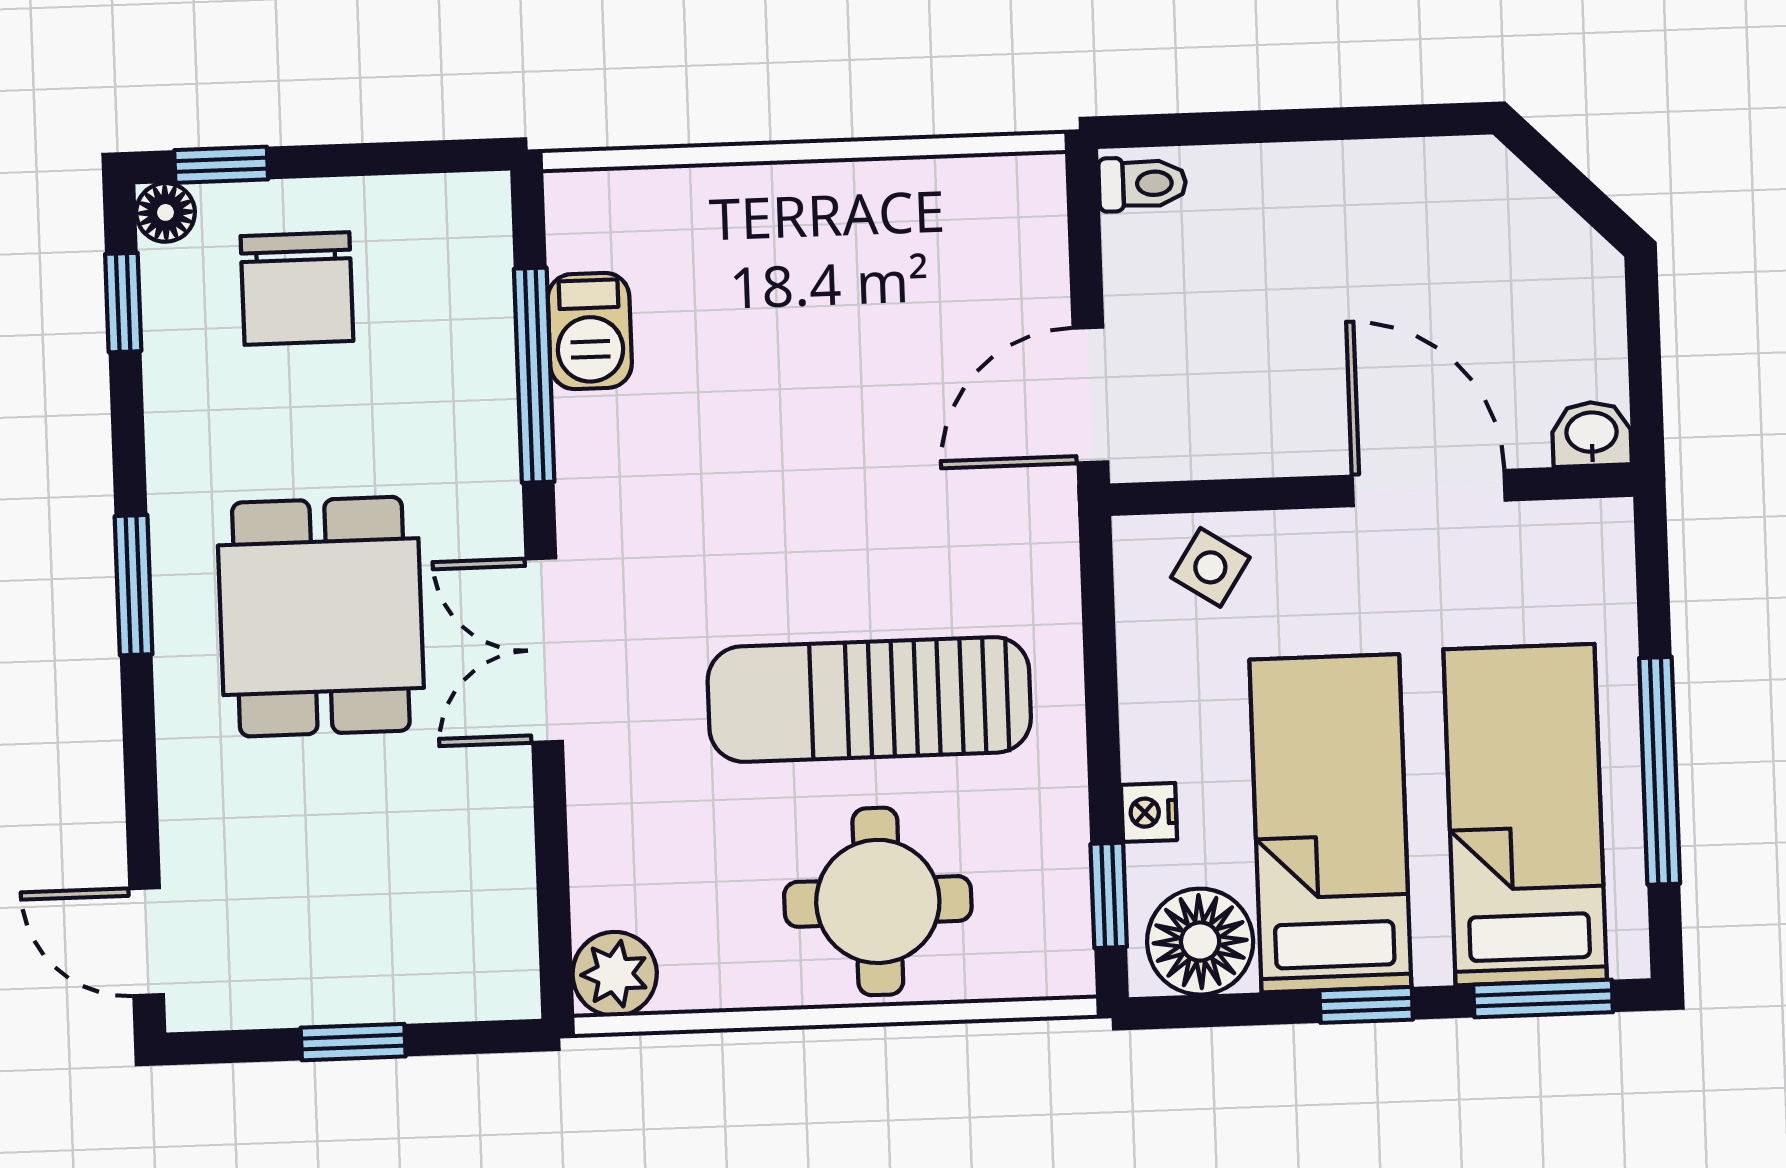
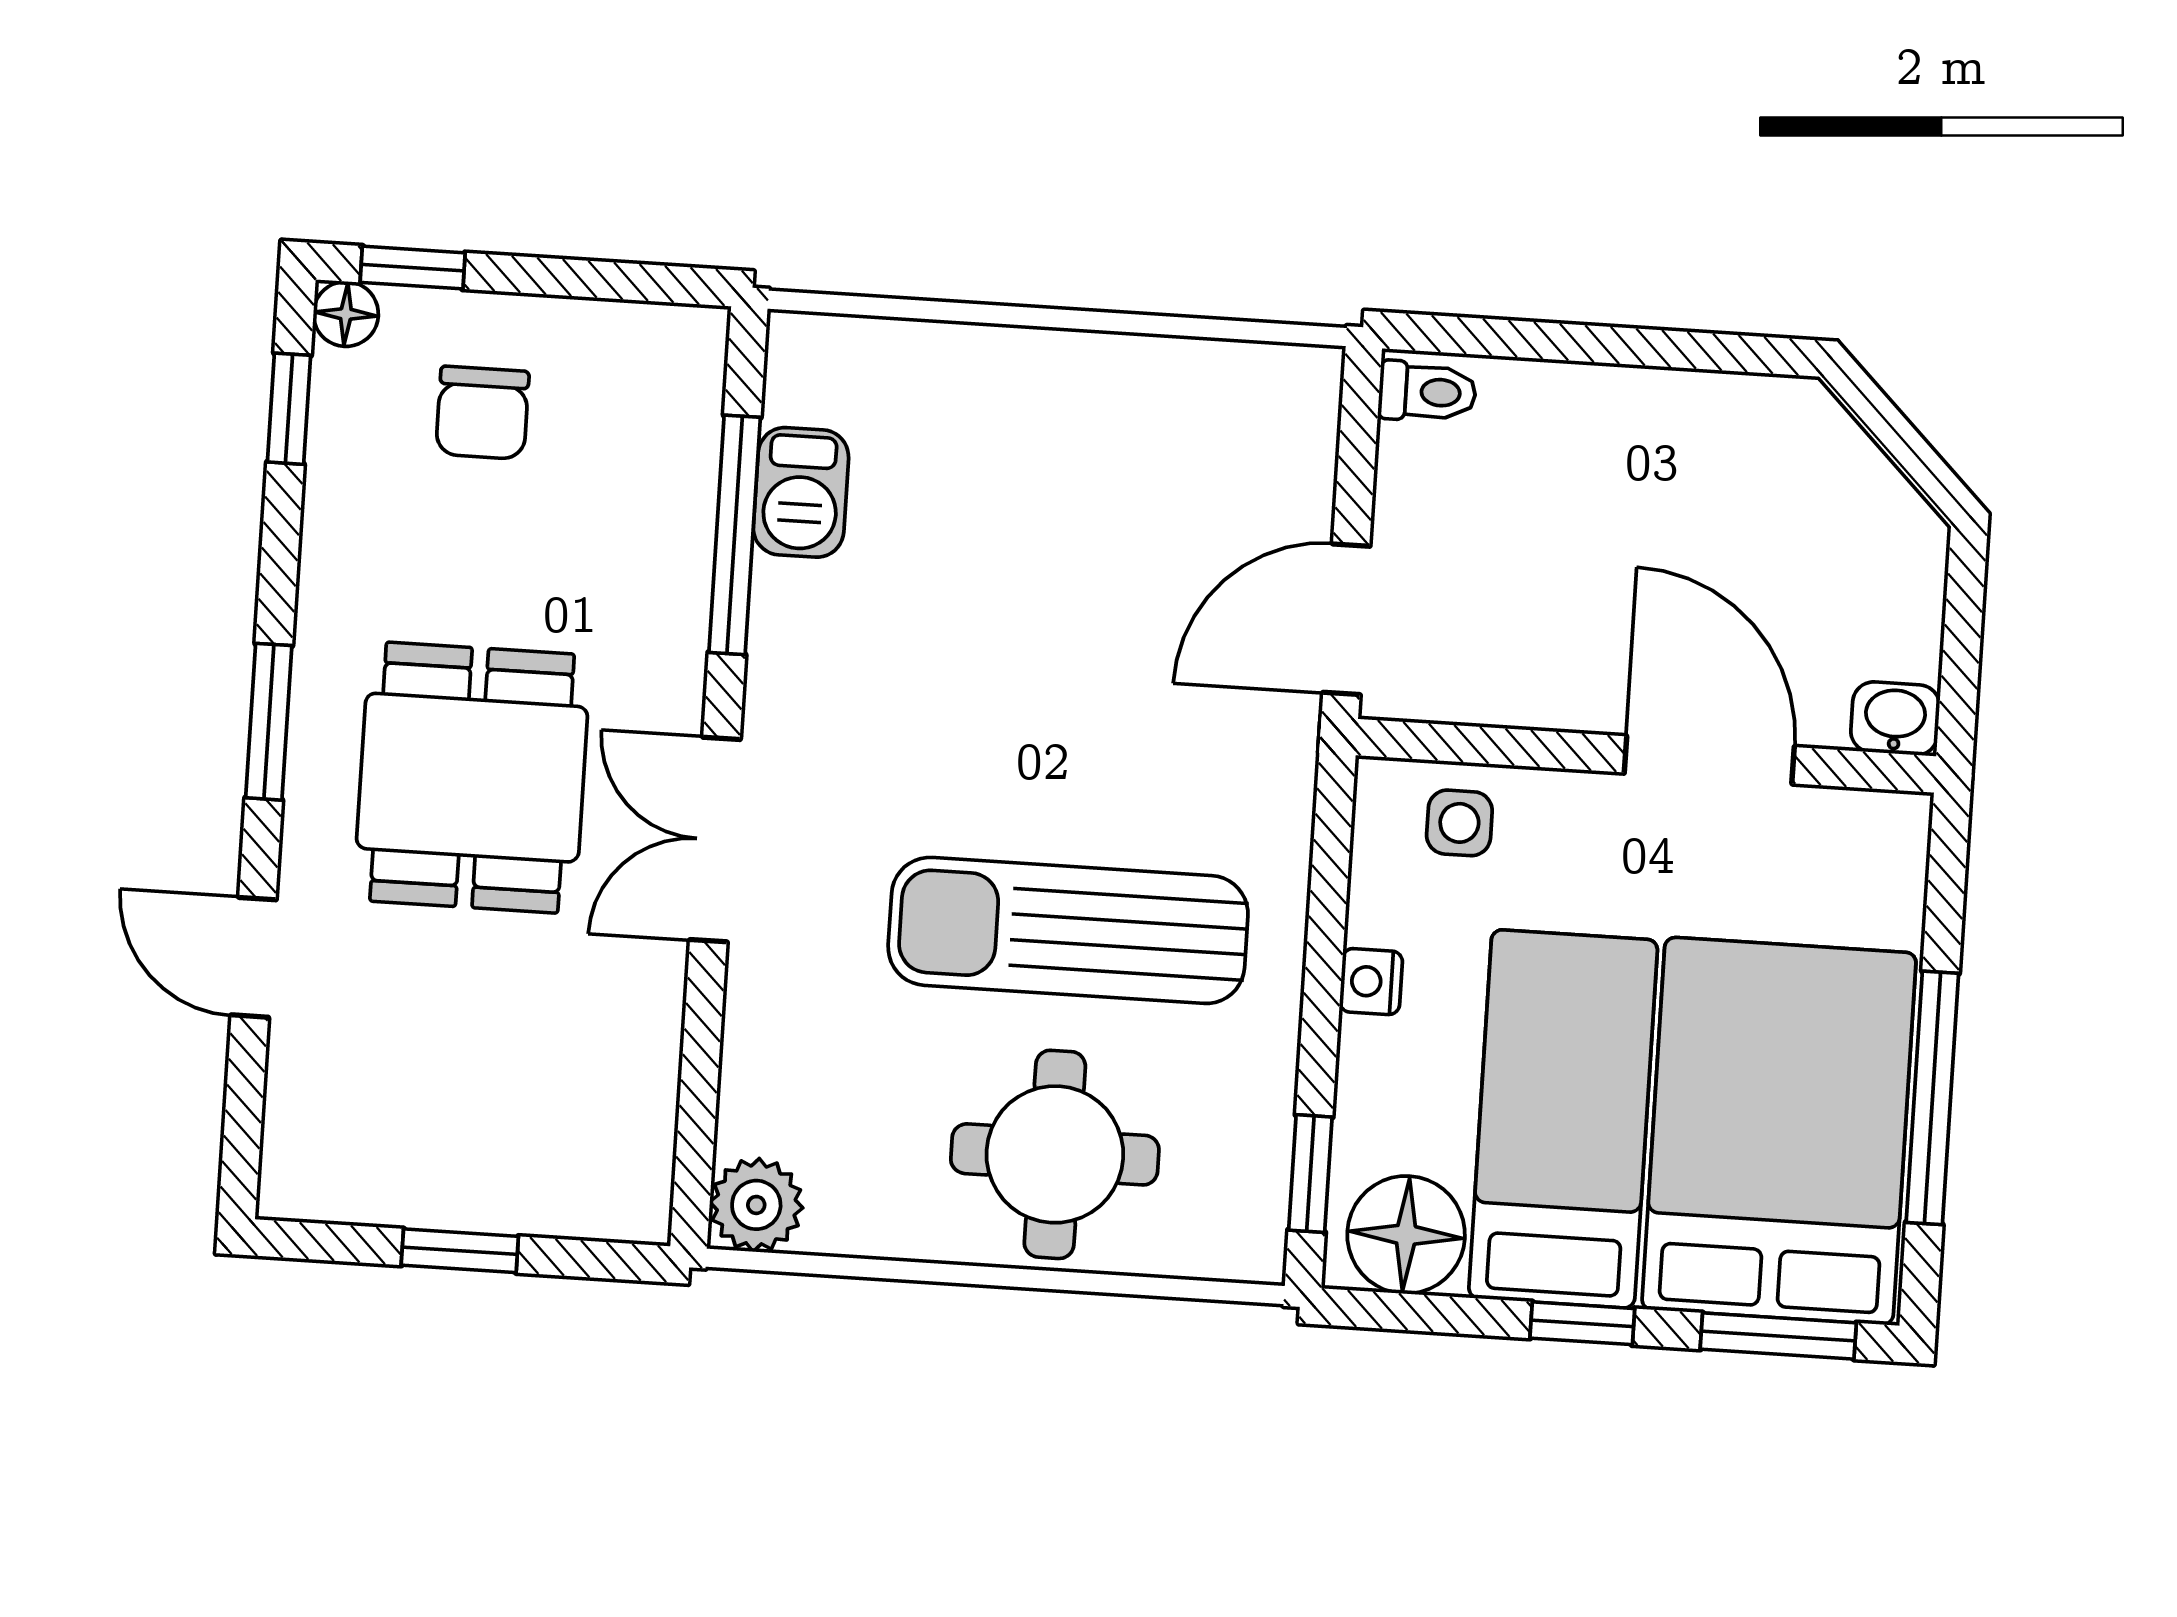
chair: (297, 288) -> (482, 413), width x0.73, depth x0.73
side table: (1210, 567) -> (1459, 823), turned -33
nightstand: (1149, 812) -> (1371, 982), moved
bed: (1525, 815) -> (1779, 1131), width x1.50
door: (147, 942) -> (254, 957), moved

